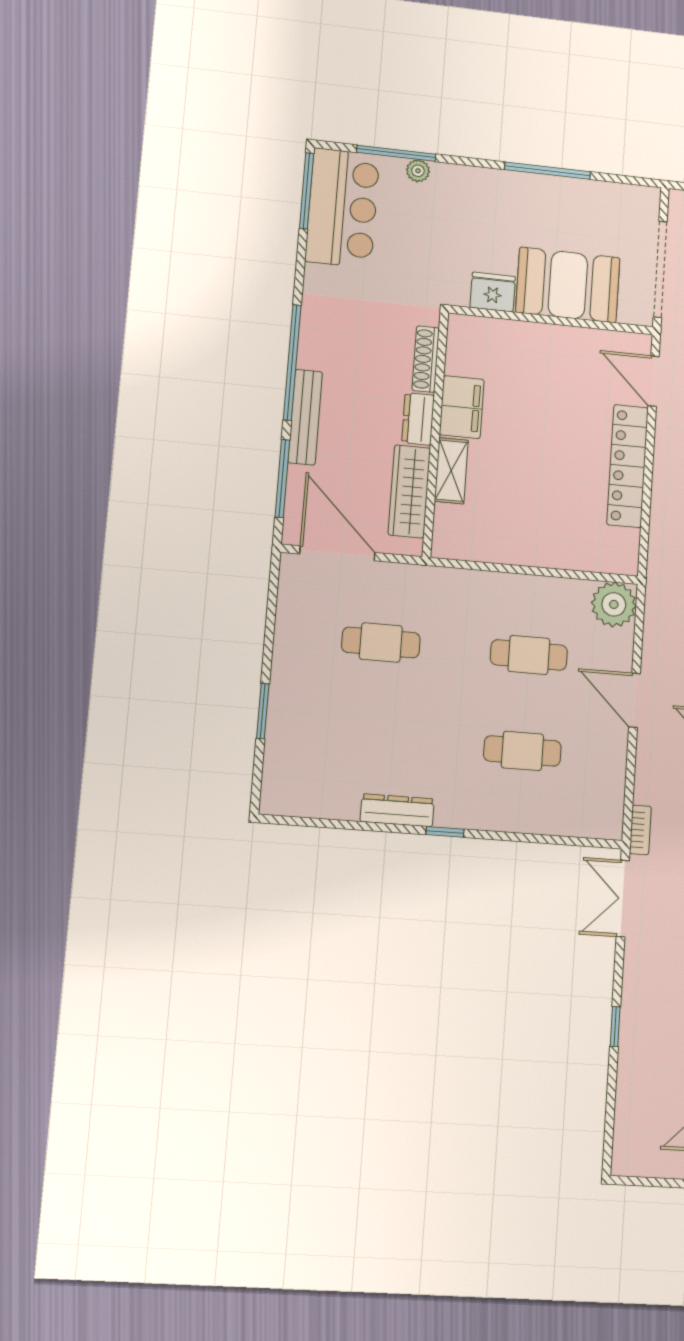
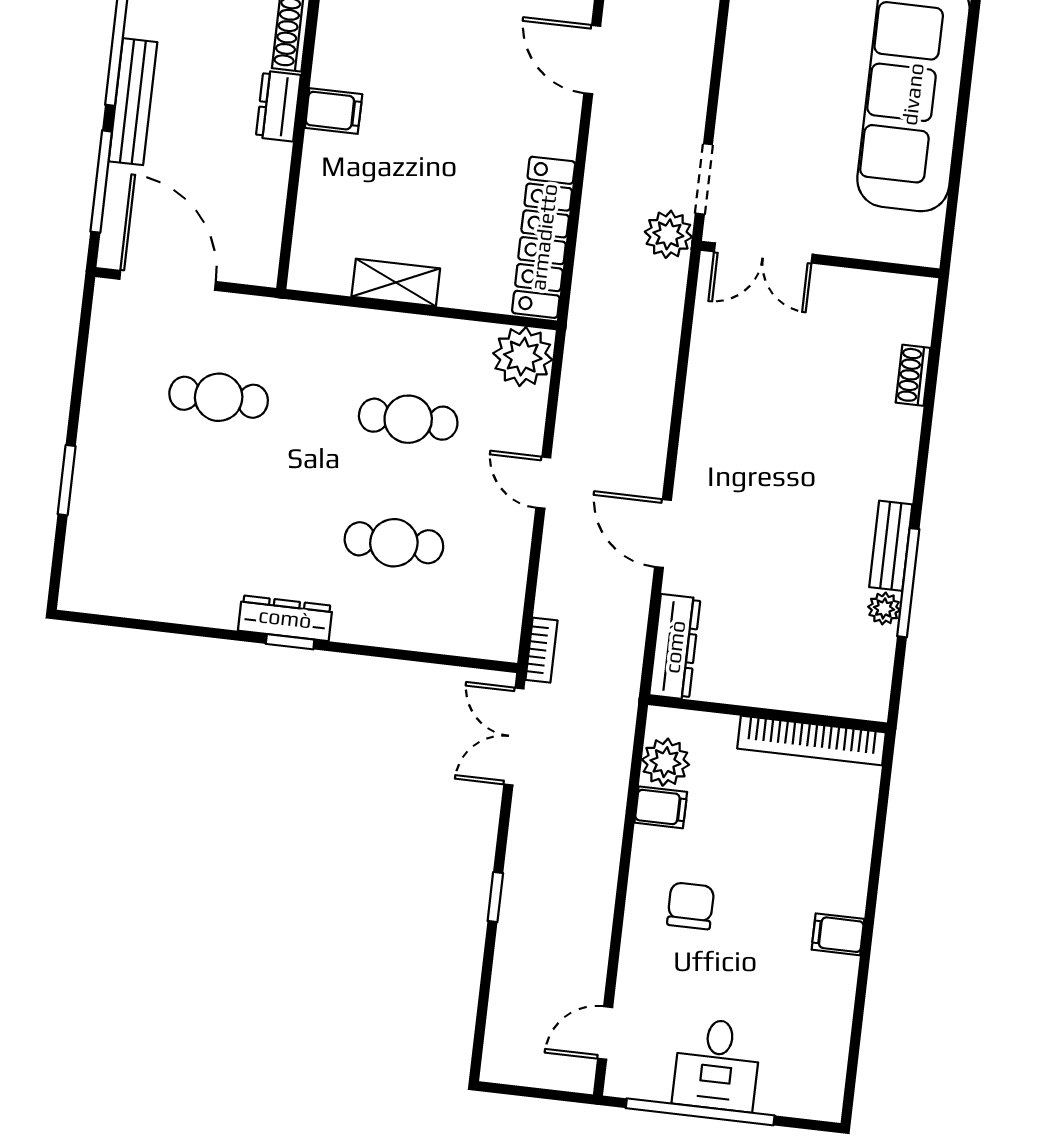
filing cabinet: (462, 407) -> (334, 111), width x0.50
locker: (628, 466) -> (544, 237), moved
shelving: (451, 471) -> (396, 282), moved, turned 90
wardrobe: (409, 491) -> (263, 202), removed
door: (635, 700) -> (543, 483), width x0.73
dresser: (397, 810) -> (285, 618), moved

